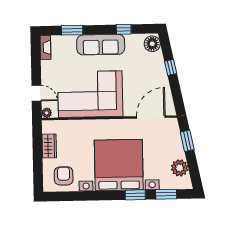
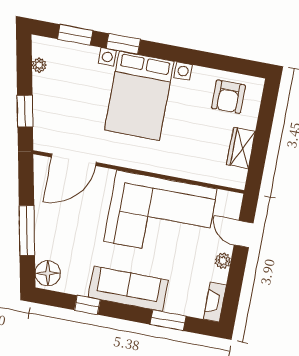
window: (171, 67) -> (27, 231), width x2.17
plant: (47, 113) -> (223, 261), moved
bed with nightstands: (119, 165) -> (139, 96), width x0.73
plant: (180, 168) -> (39, 65), width x0.53, depth x0.53

